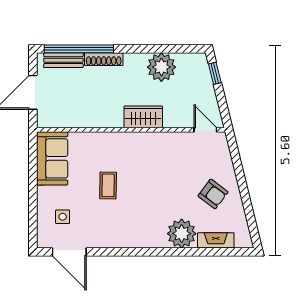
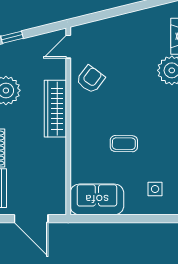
wardrobe: (143, 117) -> (55, 109), width x1.50
armchair: (213, 194) -> (91, 79), moved

